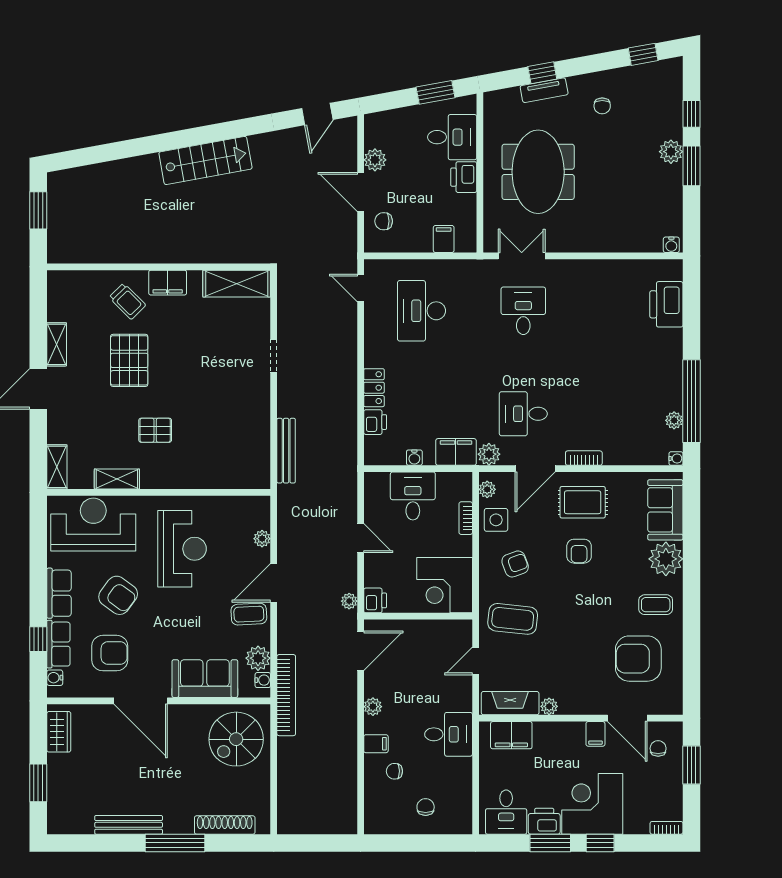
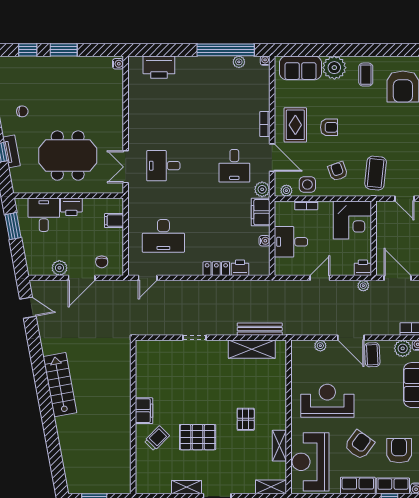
plant: (671, 152) -> (54, 64), removed
shelving: (237, 284) -> (252, 349), moved, turned 90

